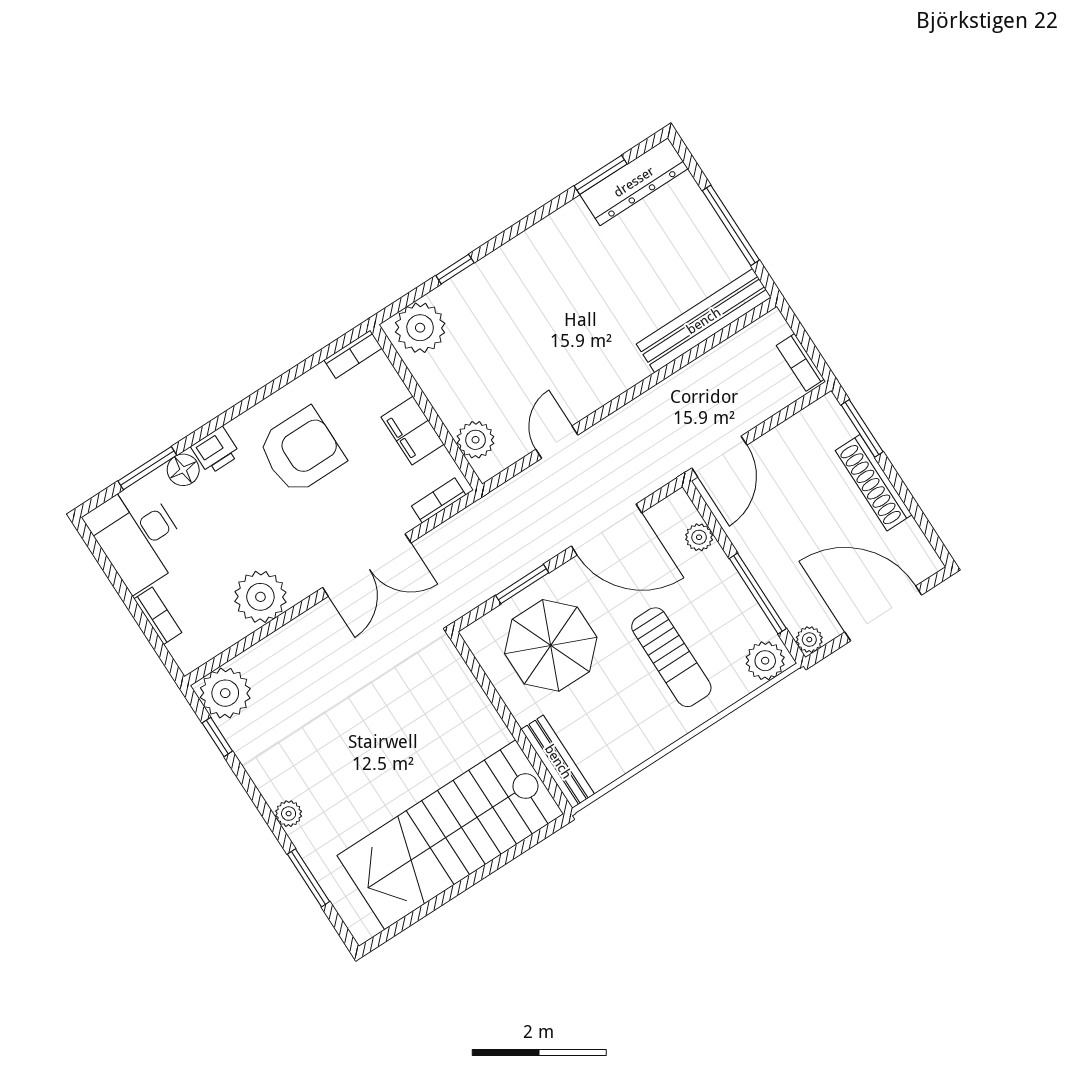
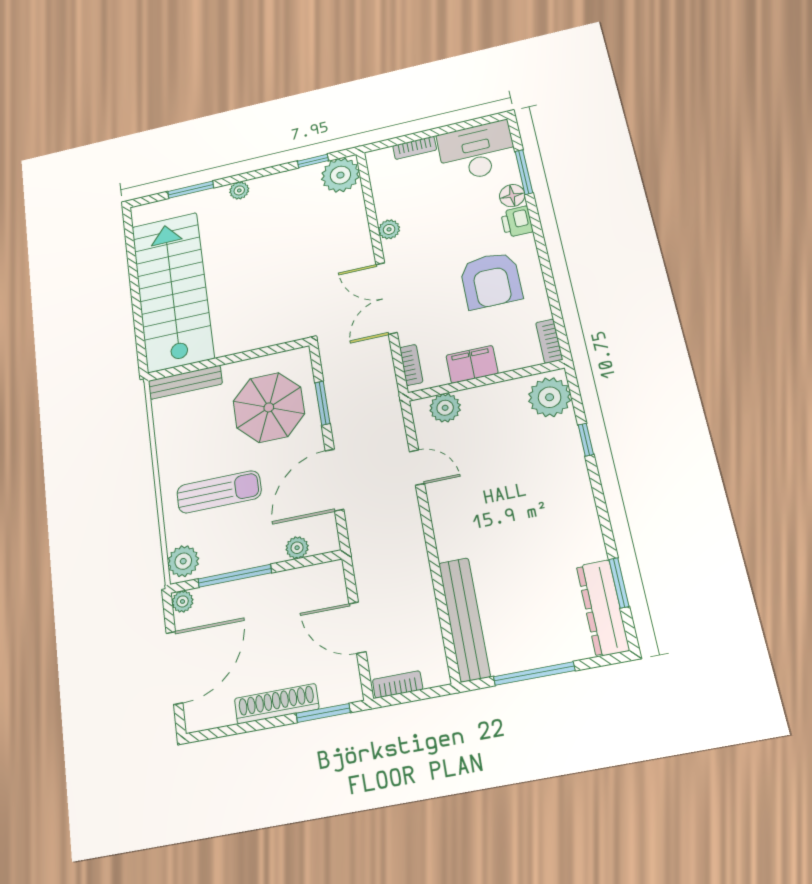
door: (719, 457) -> (357, 628), moved
plant: (260, 597) -> (389, 229), width x0.53, depth x0.53
sun lounger: (671, 657) -> (219, 492), turned 180

